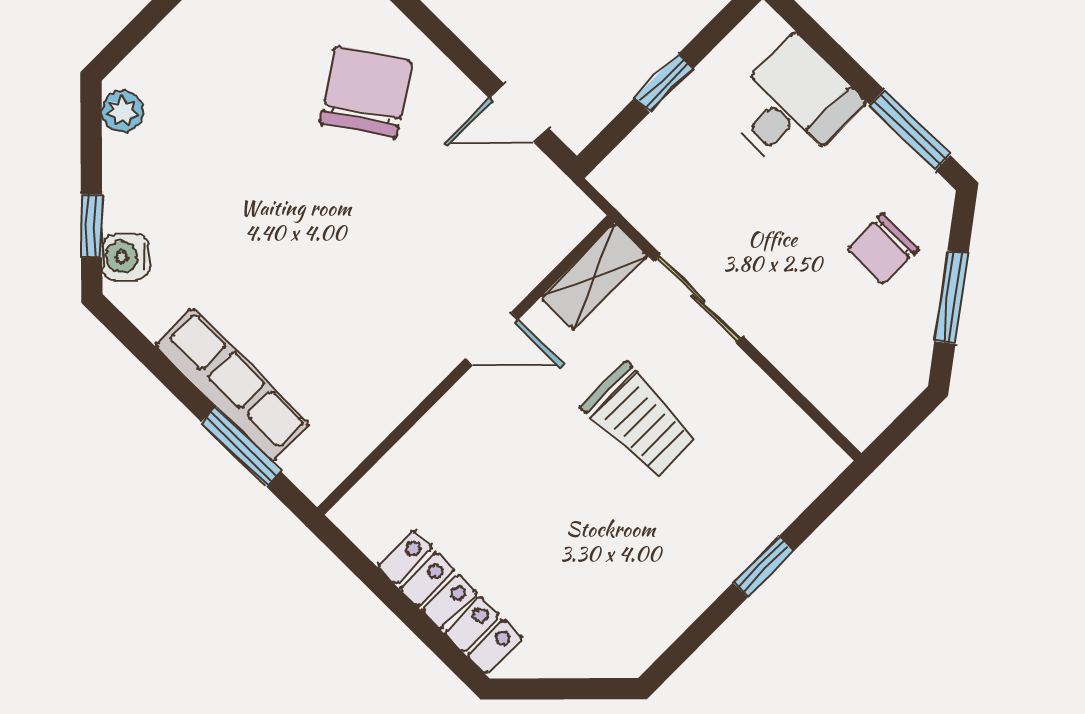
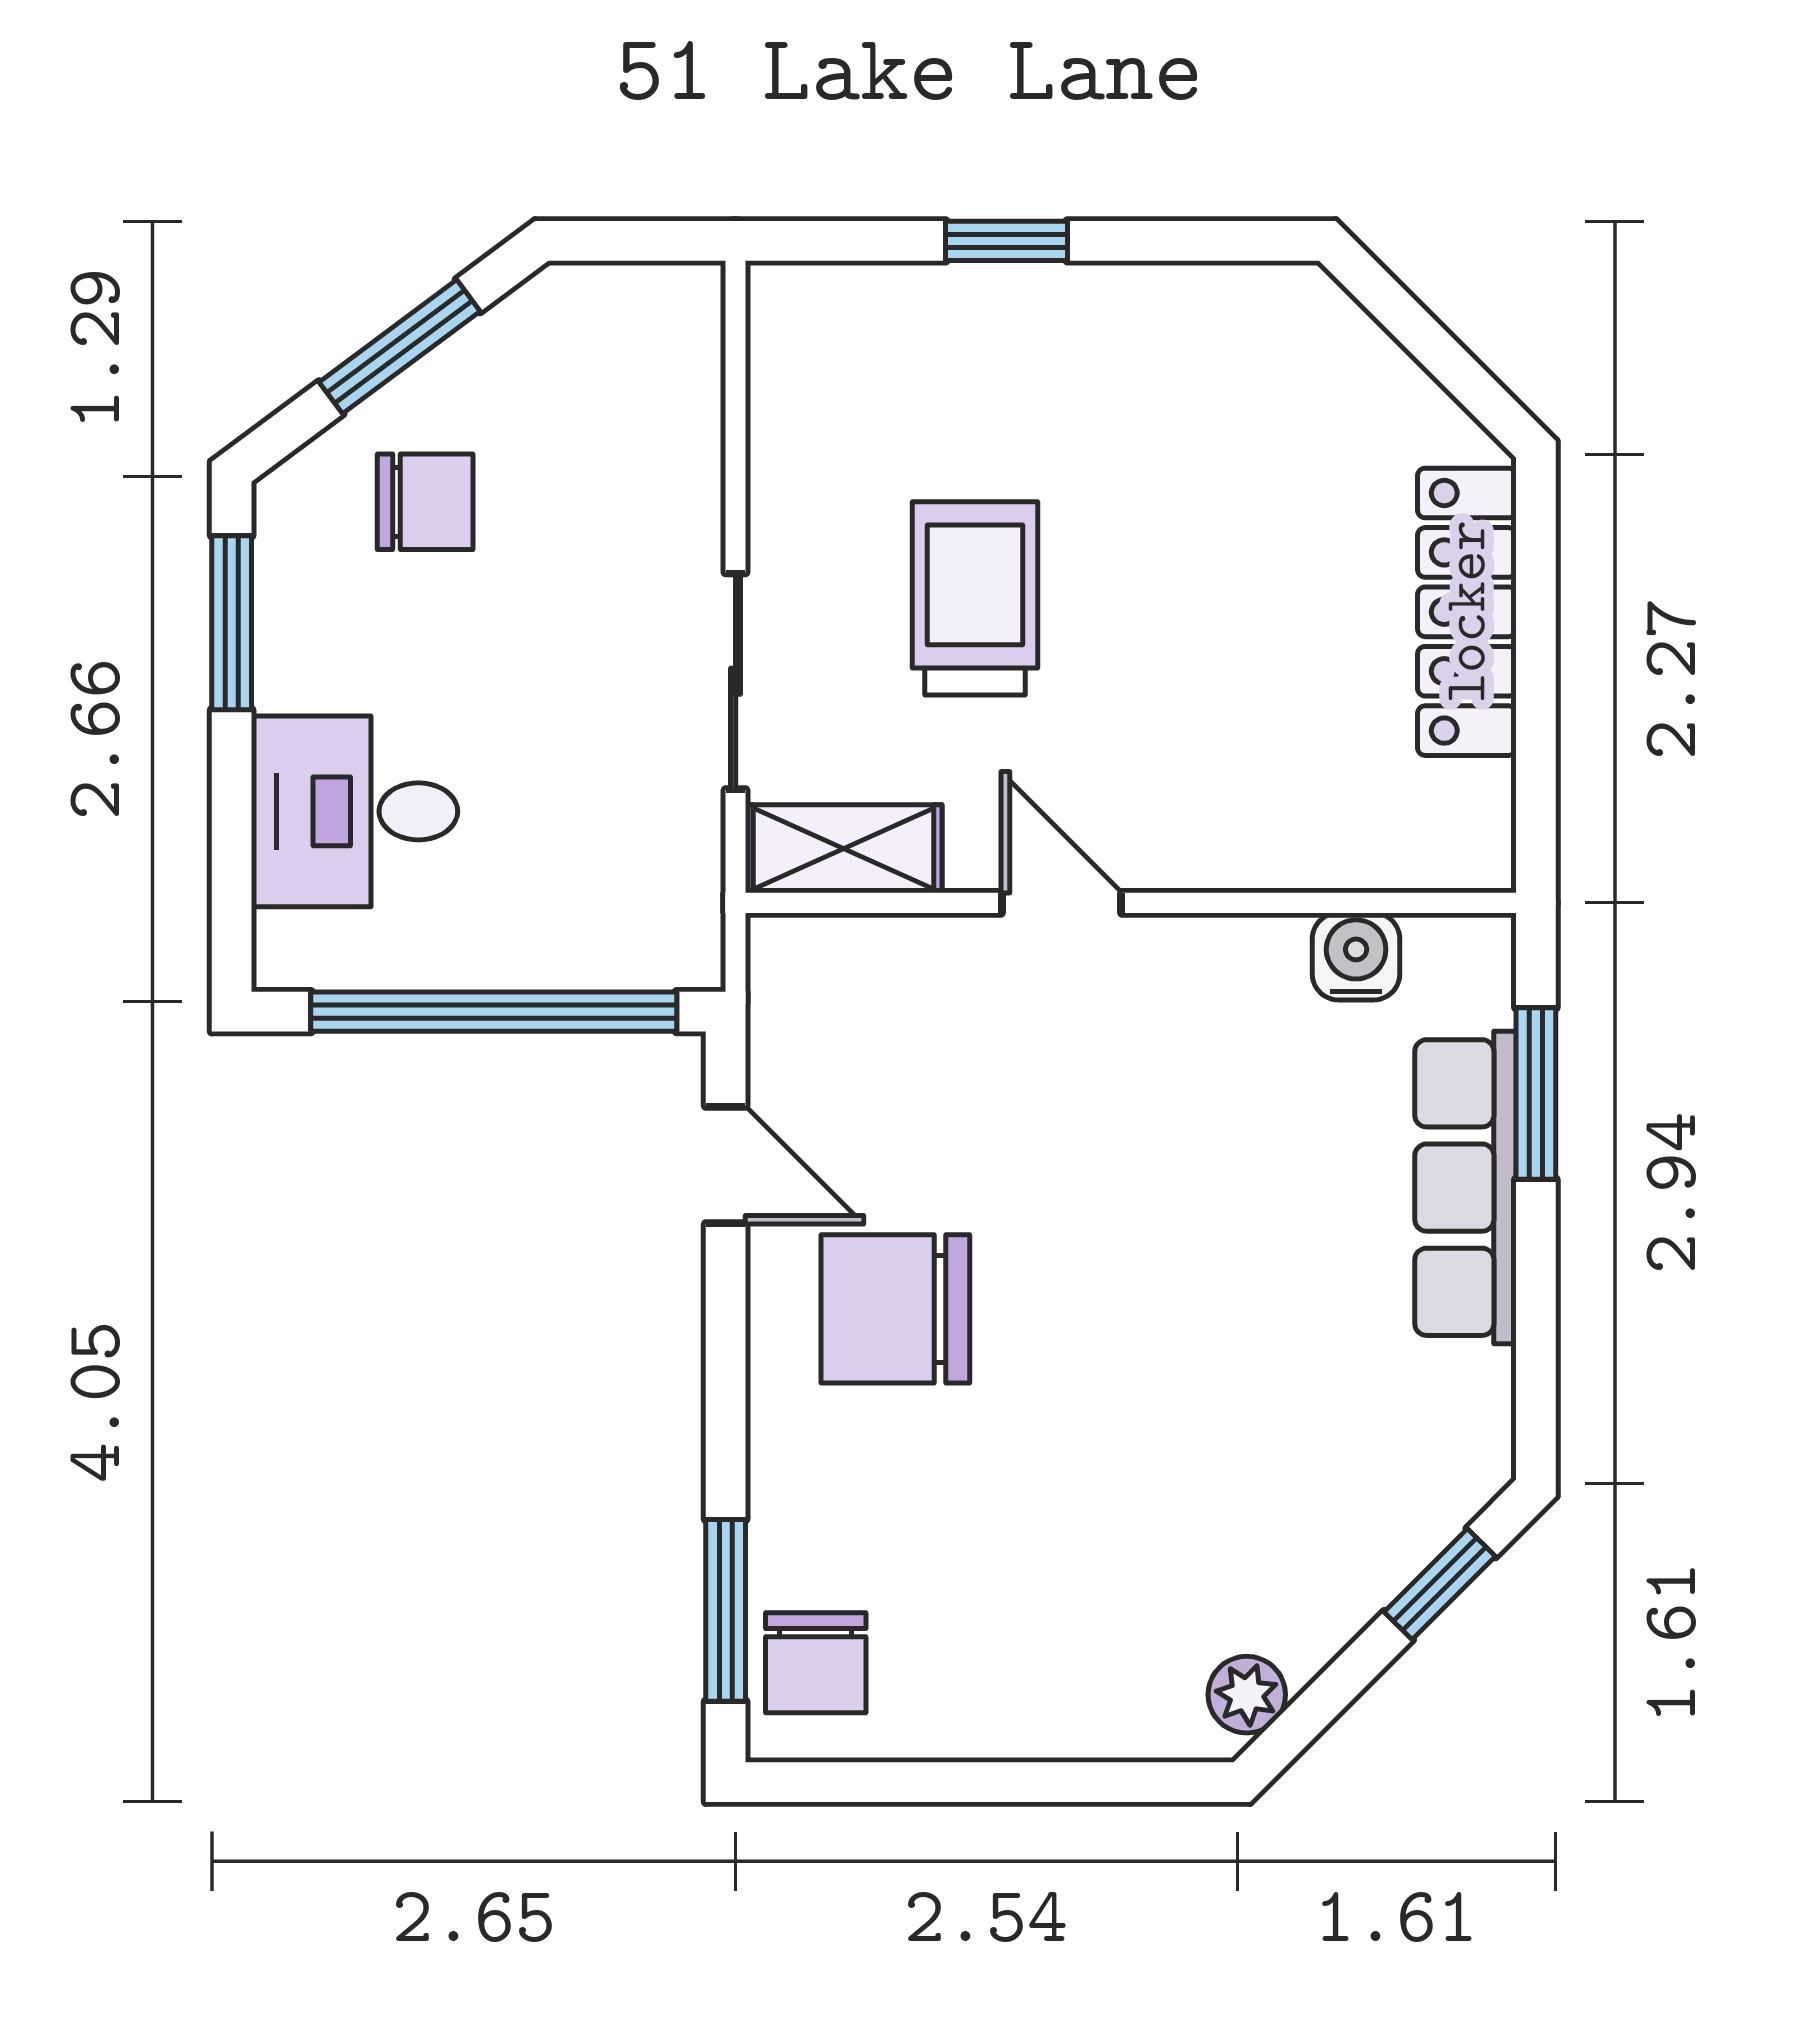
window: (664, 83) -> (494, 1012), width x3.17
chair: (366, 92) -> (895, 1309), moved, turned 33
water cooler: (126, 257) -> (1356, 956), moved, turned -135

